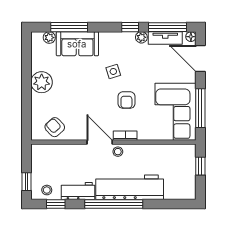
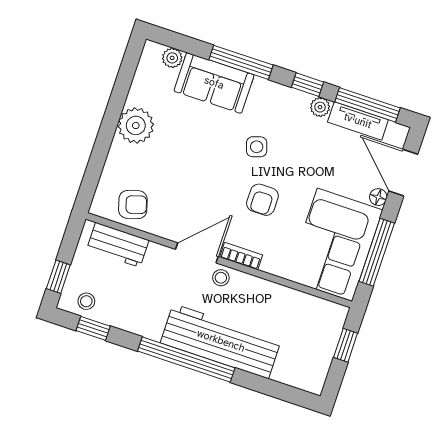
window: (69, 27) -> (241, 62), moved
floor lamp: (191, 37) -> (378, 197), moved
armchair: (55, 127) -> (133, 205), turned 116
door: (100, 142) -> (197, 253), hinge flipped
workbench: (78, 191) -> (118, 245), moved, turned 180

